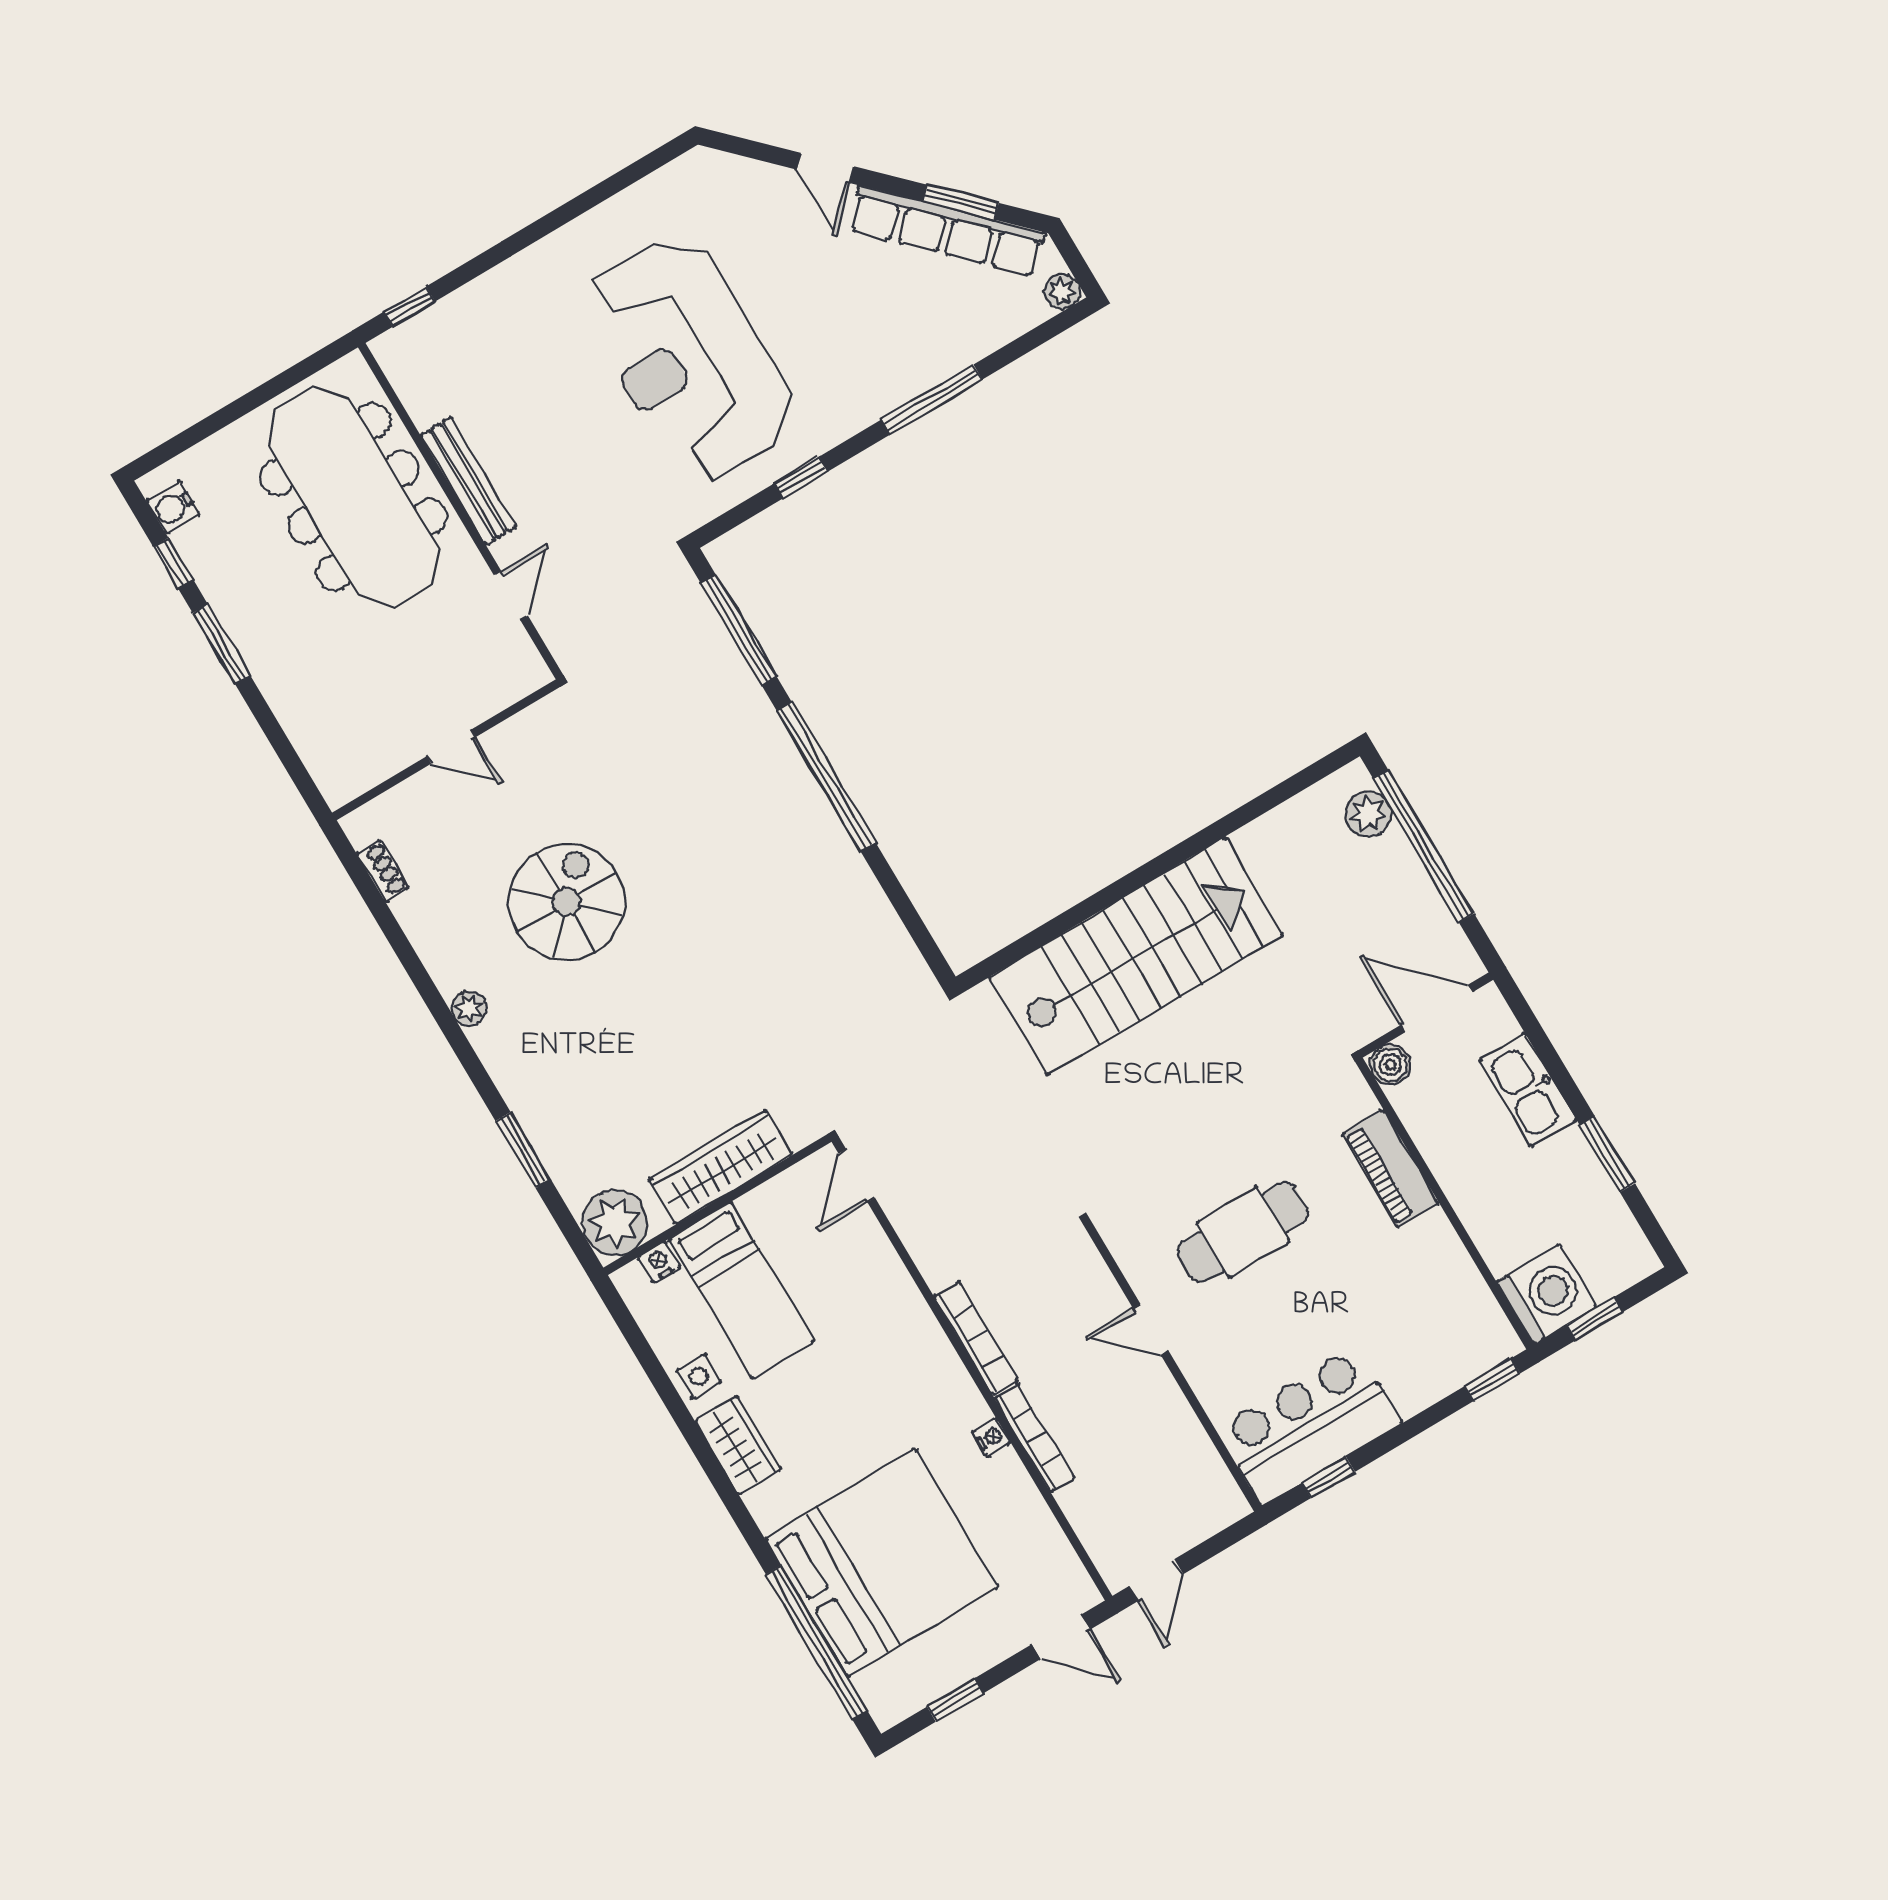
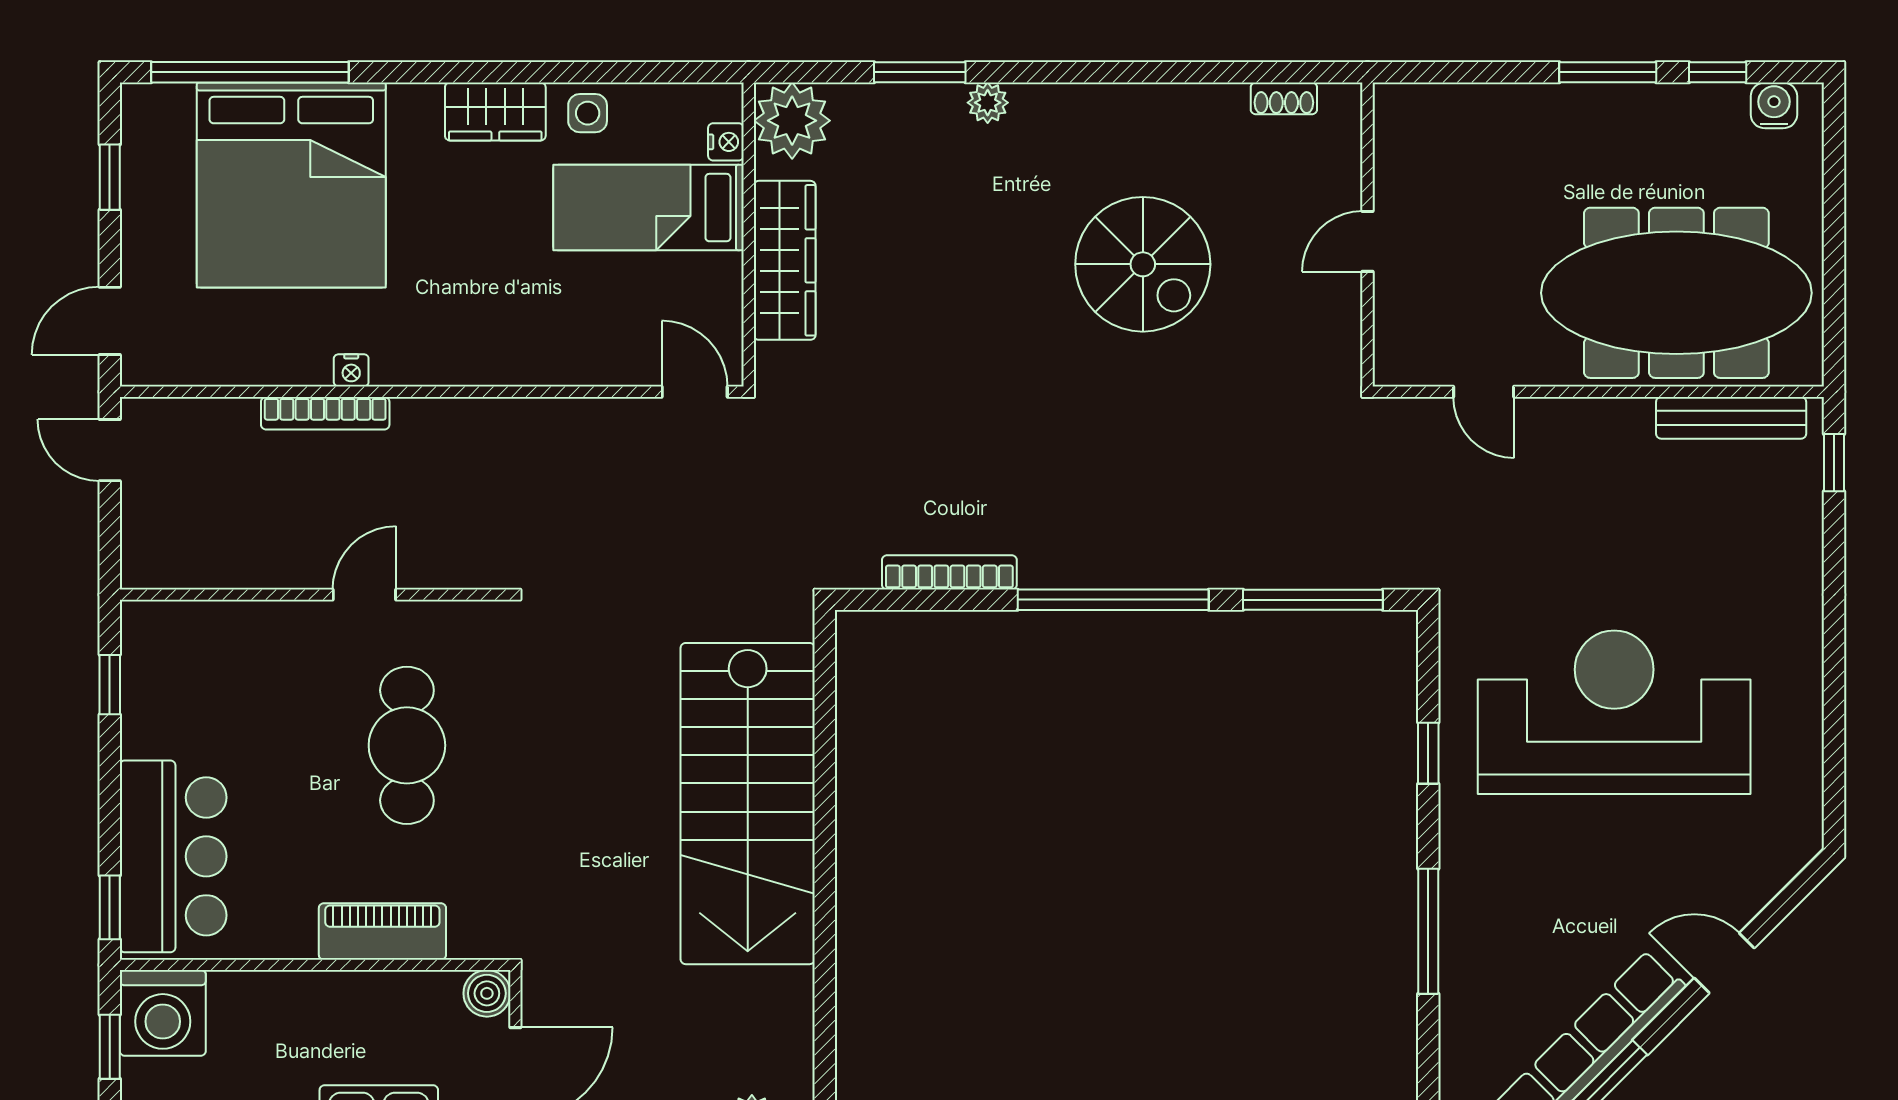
bench: (469, 481) -> (1731, 418), moved
plant: (469, 1008) -> (988, 103), moved
bookcase: (976, 1338) -> (949, 572), moved, turned 180
bar counter: (1309, 1426) -> (173, 856), moved

